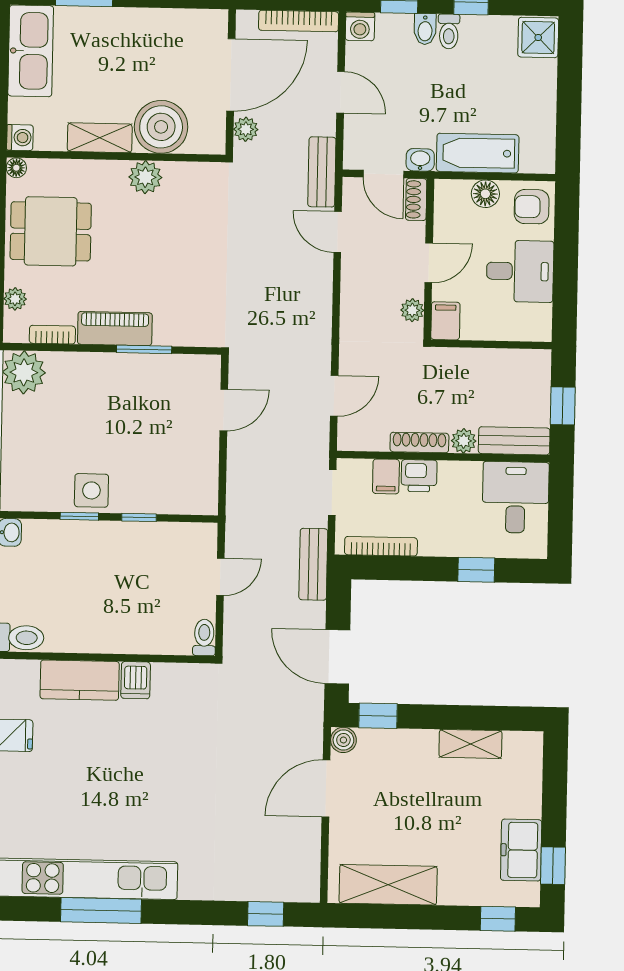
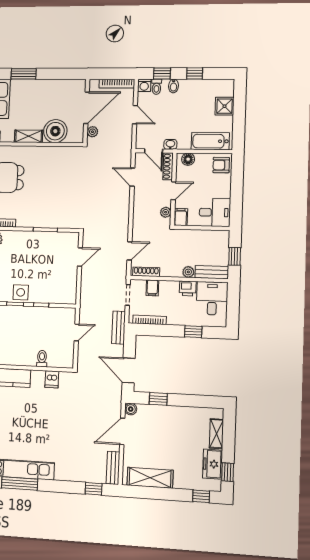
toilet: (449, 31) -> (156, 87), moved
shower: (538, 37) -> (225, 106), moved
bathtub: (478, 153) -> (210, 141), moved
bench: (322, 172) -> (113, 468), moved
plant: (145, 177) -> (48, 153), removed
floor lamp: (485, 194) -> (188, 159), moved
shoe rack: (416, 199) -> (168, 166), width x1.43
desk: (520, 271) -> (215, 212), moved
piano: (115, 329) -> (33, 220), removed
shoe rack: (419, 442) -> (146, 272), moved
printer: (419, 476) -> (188, 288), moved
toilet: (204, 638) -> (42, 359), moved
dishwasher: (136, 680) -> (52, 379), moved
window: (378, 716) -> (158, 399), moved
shelving: (470, 744) -> (216, 434), moved, turned 90

